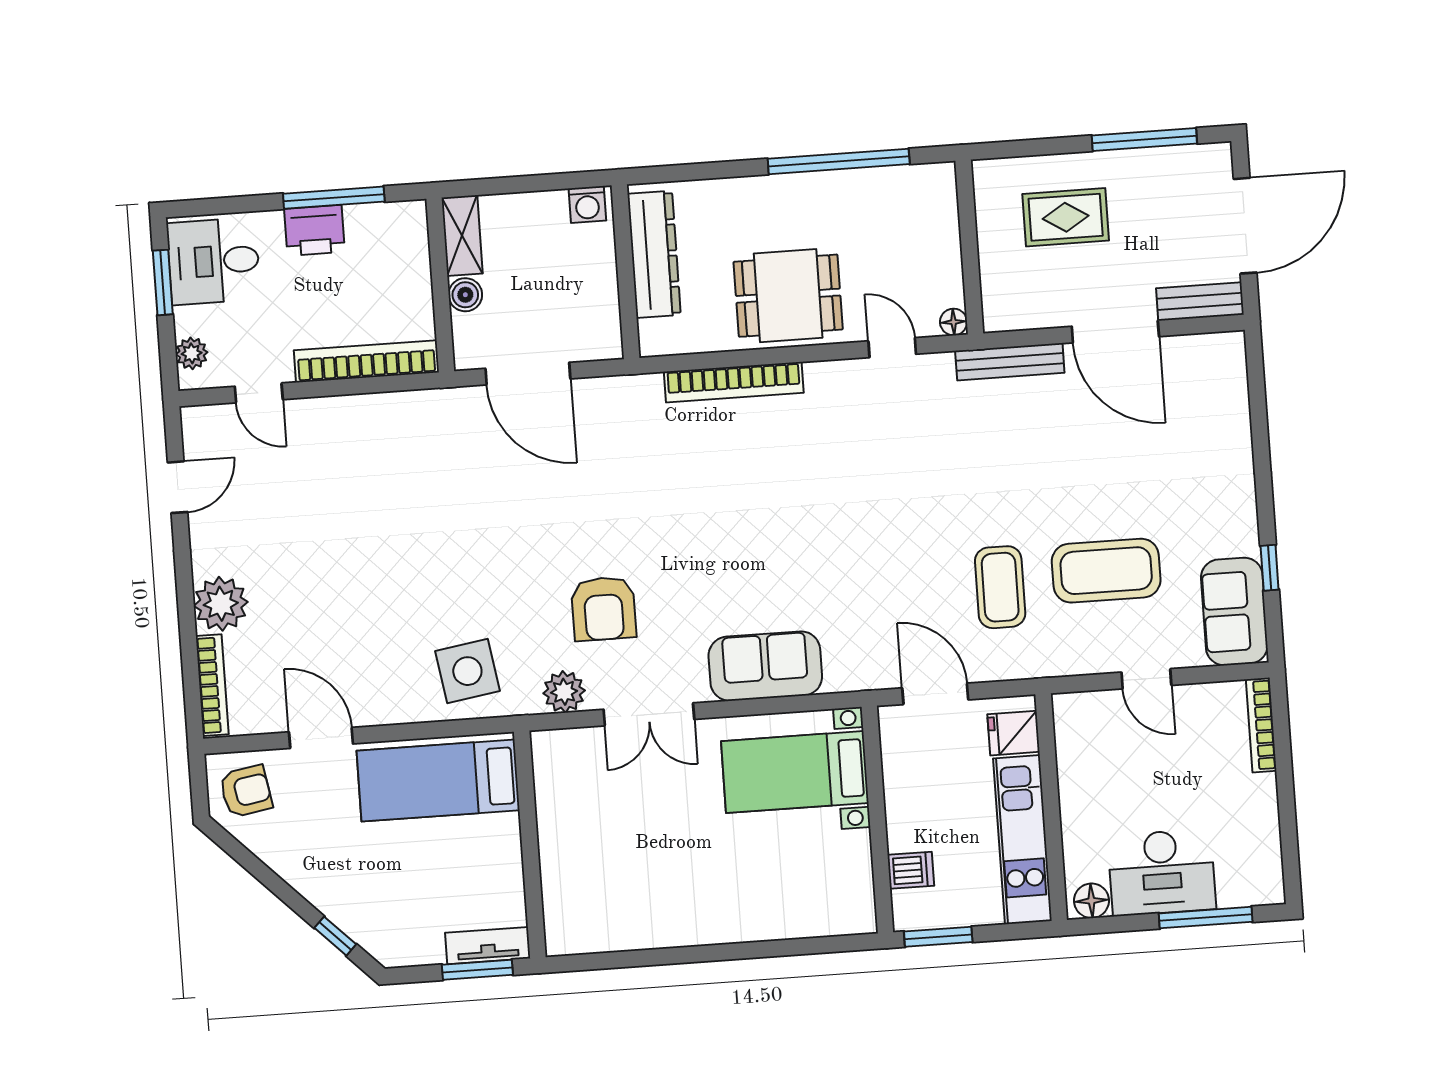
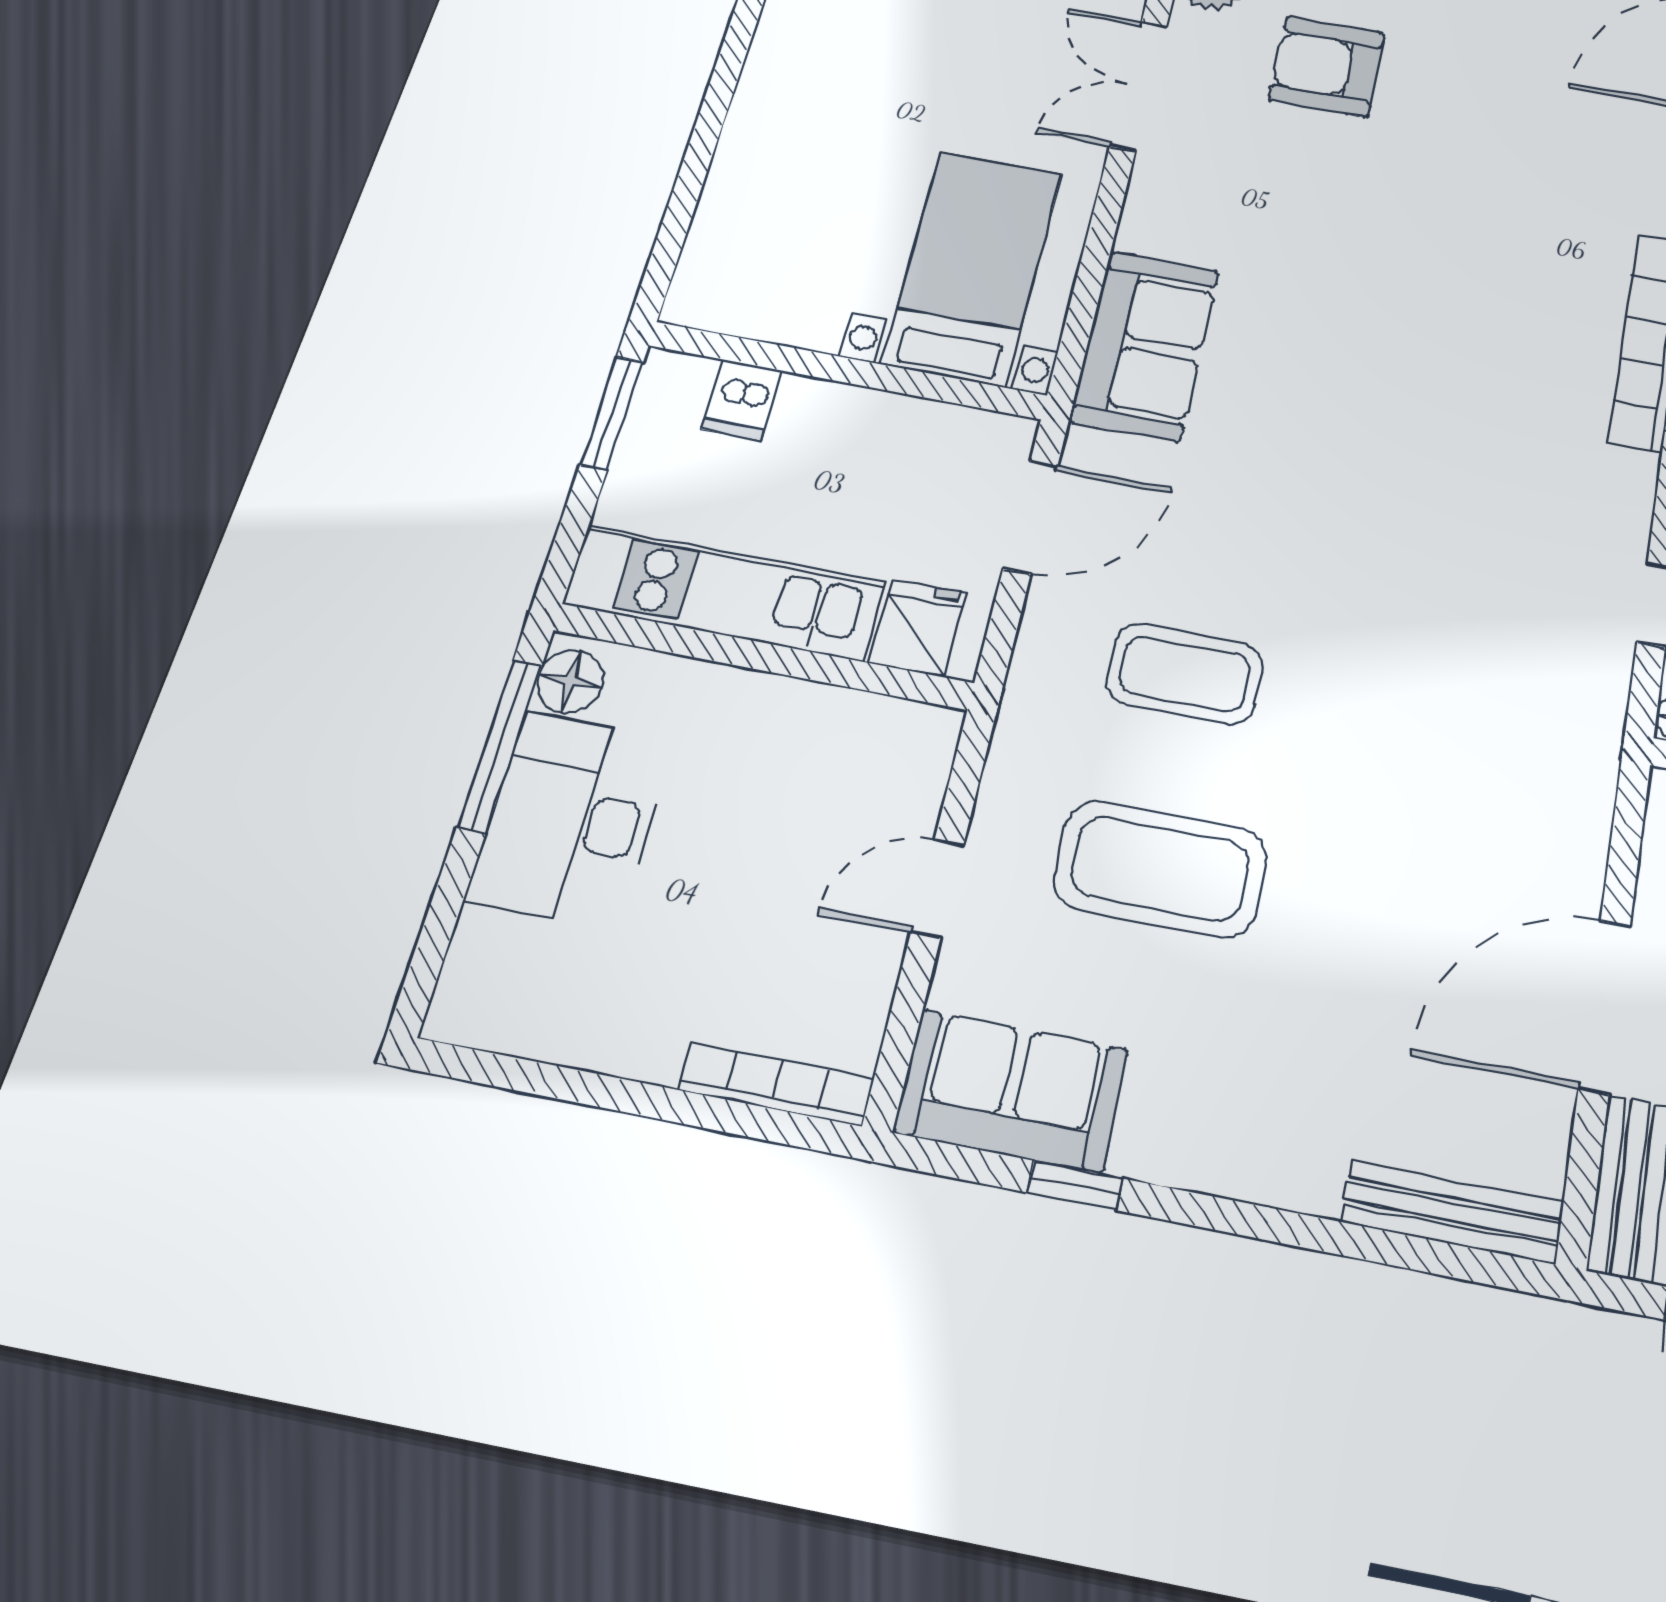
bench: (1010, 362) -> (1453, 1212), moved, turned 90
coffee table: (1106, 571) -> (1160, 869), turned 90
sofa: (765, 666) -> (1145, 345), moved
window: (1206, 918) -> (500, 746), moved

